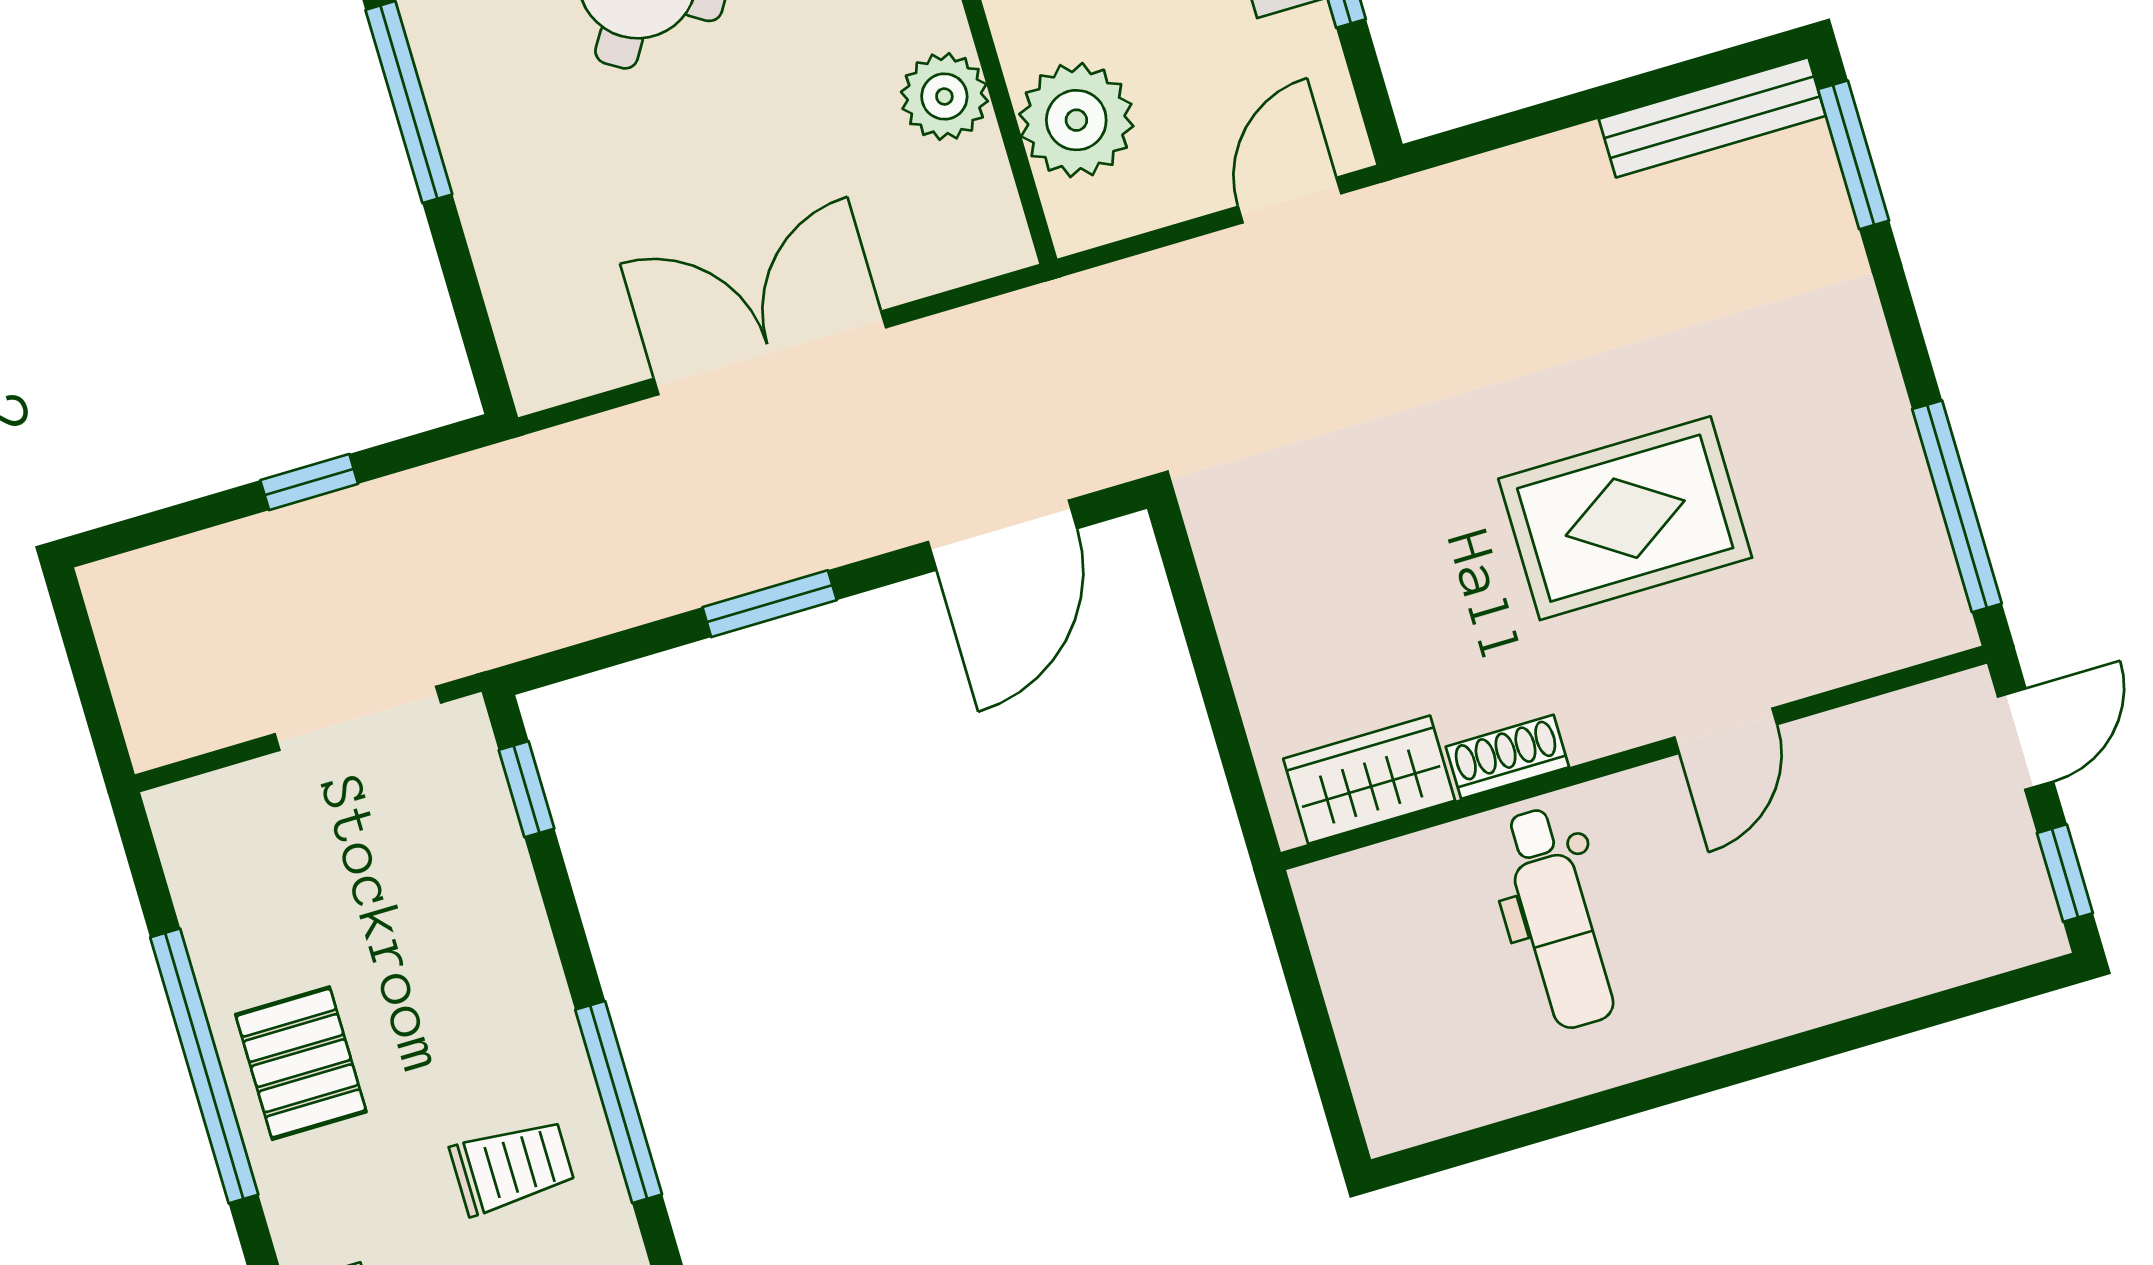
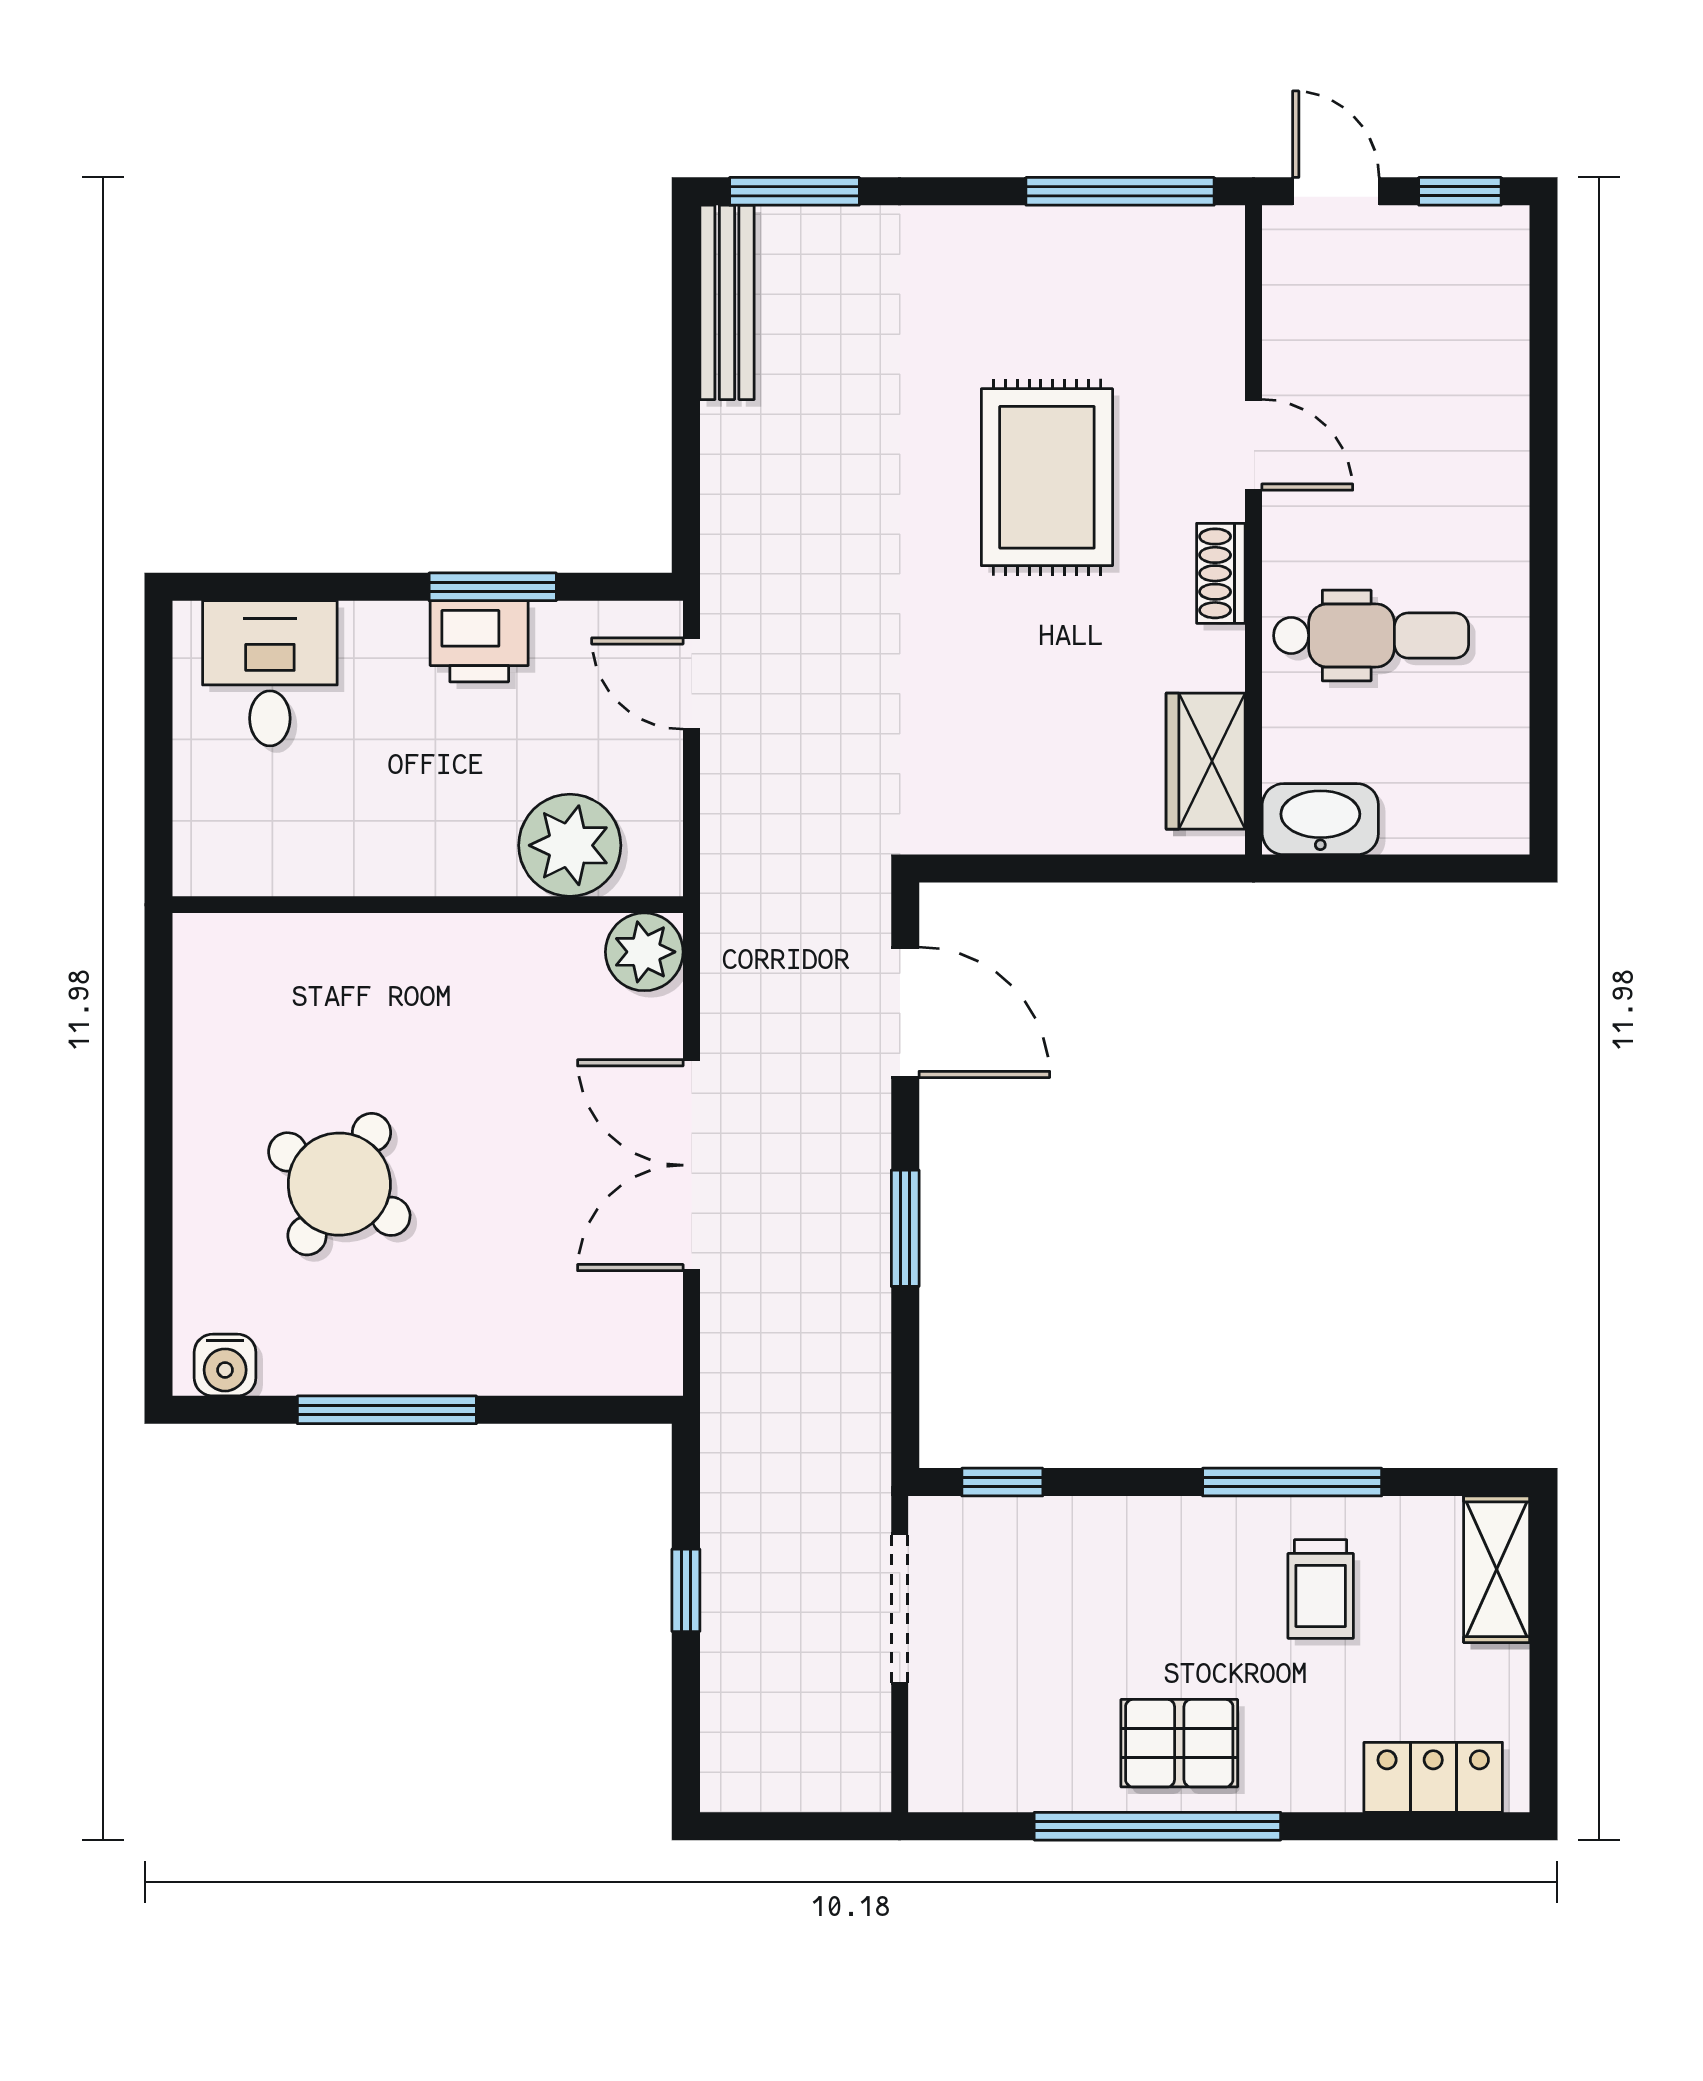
plant: (944, 96) -> (644, 952), moved
shoe rack: (1507, 757) -> (1221, 573), moved
washbasin: (1343, 922) -> (1320, 819), added
trolley: (512, 1167) -> (1321, 1589), turned 180

